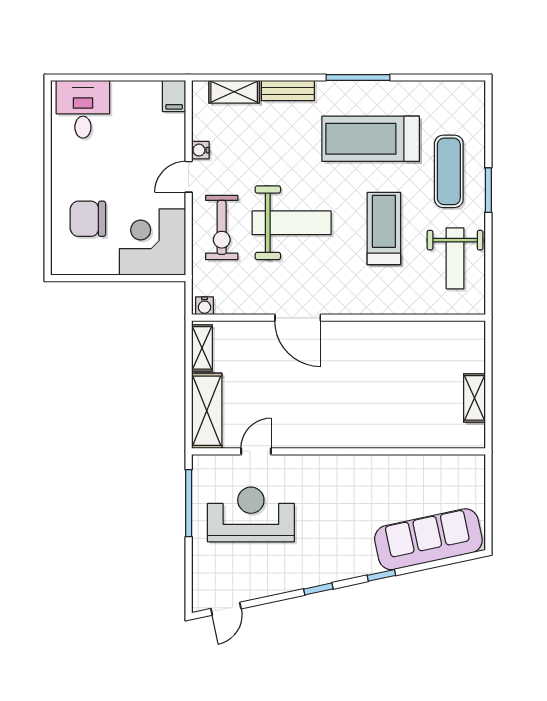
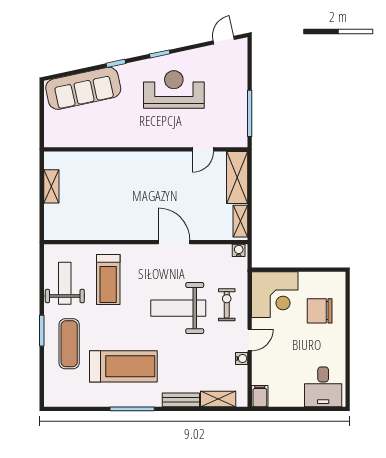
chair: (88, 219) -> (320, 311), turned 180
exercise bike: (222, 227) -> (227, 305), width x0.73, depth x0.72
treadmill: (384, 229) -> (108, 280), moved
reception desk: (251, 514) -> (174, 90), moved, turned 180

